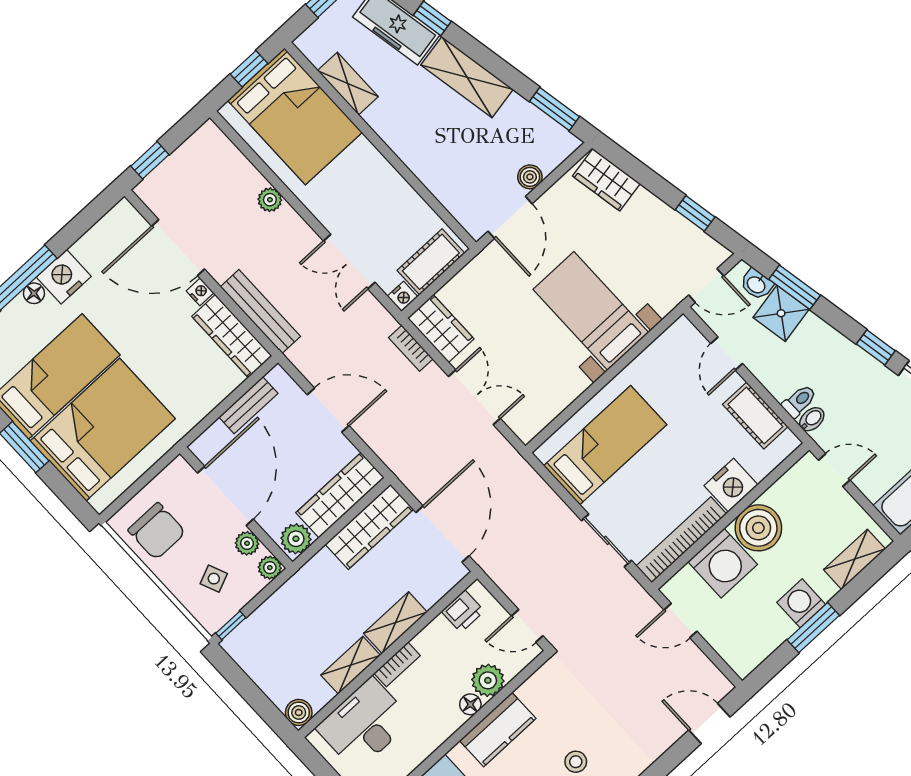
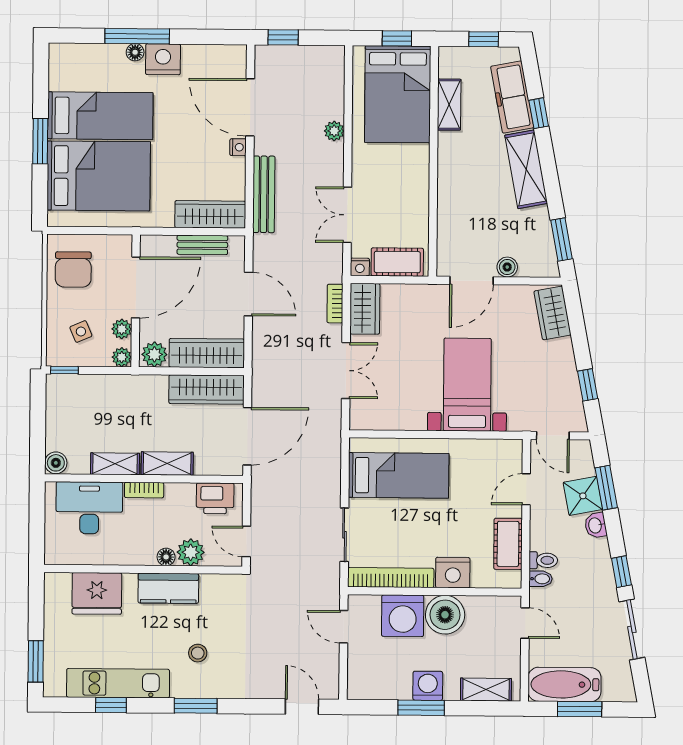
washbasin: (756, 284) -> (596, 525), moved
wardrobe: (232, 336) -> (210, 214), moved, turned 90
printer: (463, 611) -> (215, 498), width x1.36, depth x1.24

